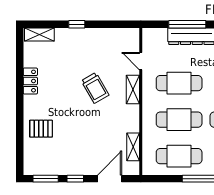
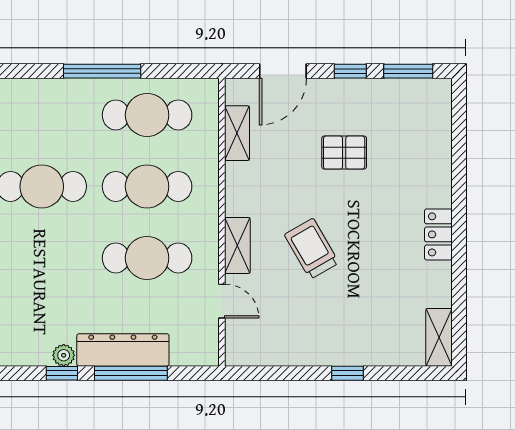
shelving: (39, 34) -> (439, 337), moved, turned 90
locker: (30, 81) -> (438, 234), moved
pallet: (41, 129) -> (344, 153), moved

